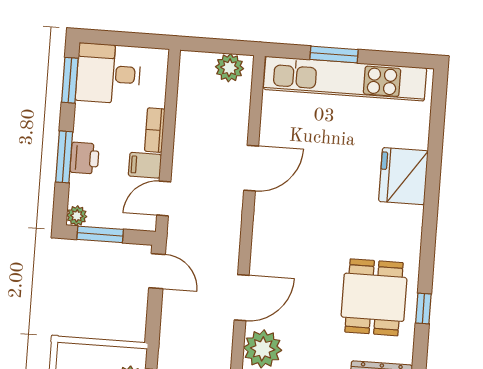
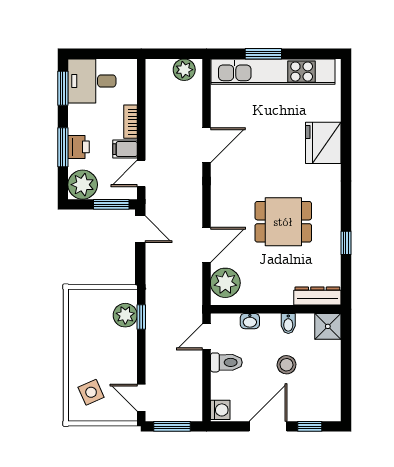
plant: (77, 216) -> (83, 185), width x1.88, depth x1.88
window: (100, 234) -> (111, 204), moved
dining table: (374, 297) -> (283, 222), moved, turned 90

